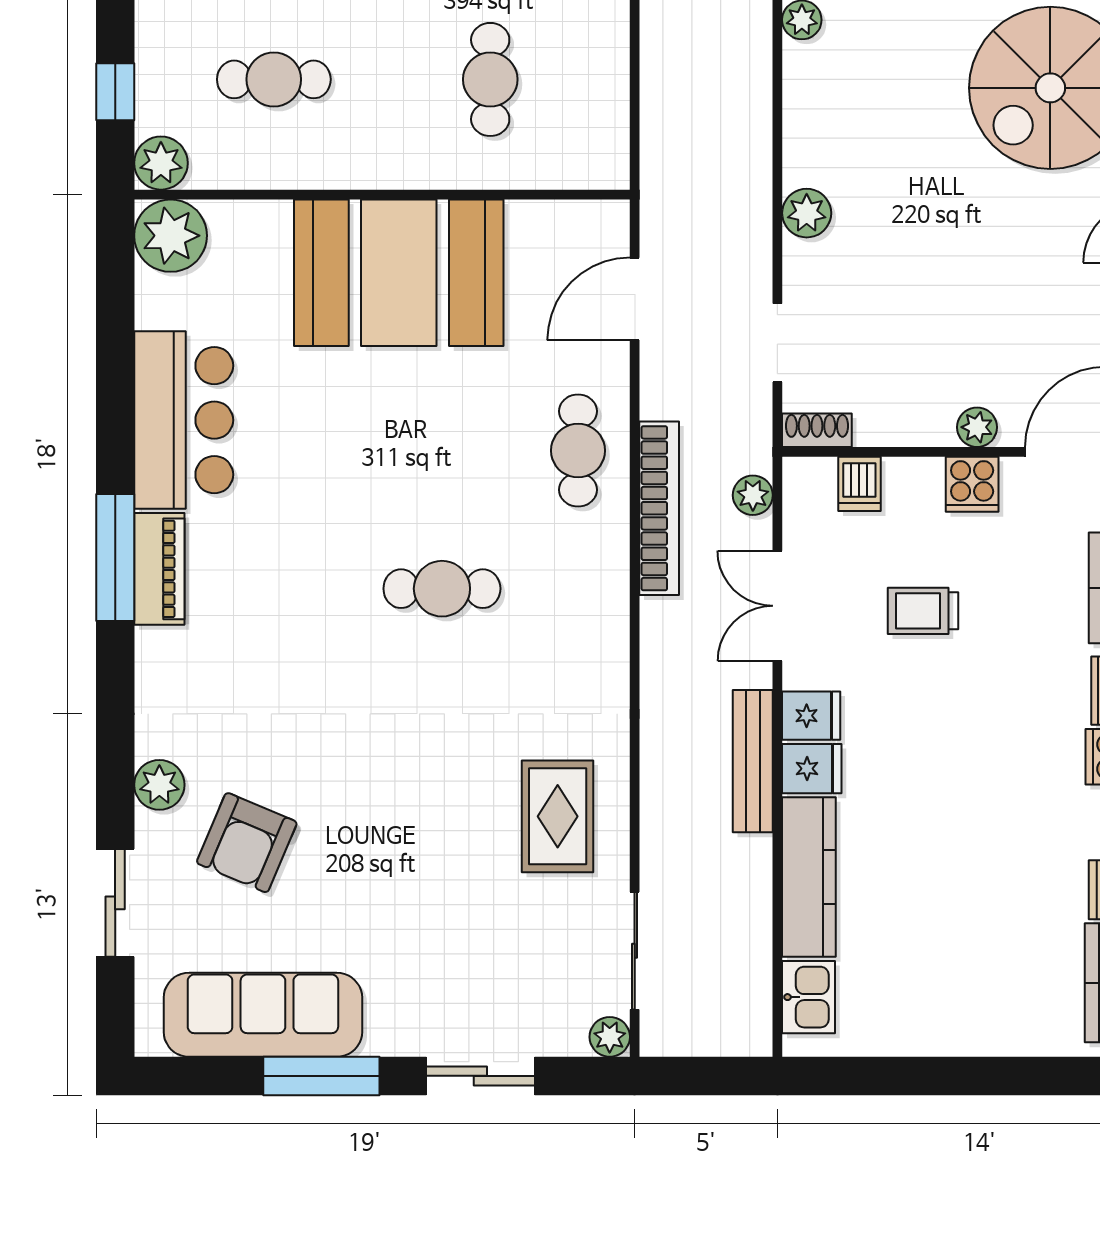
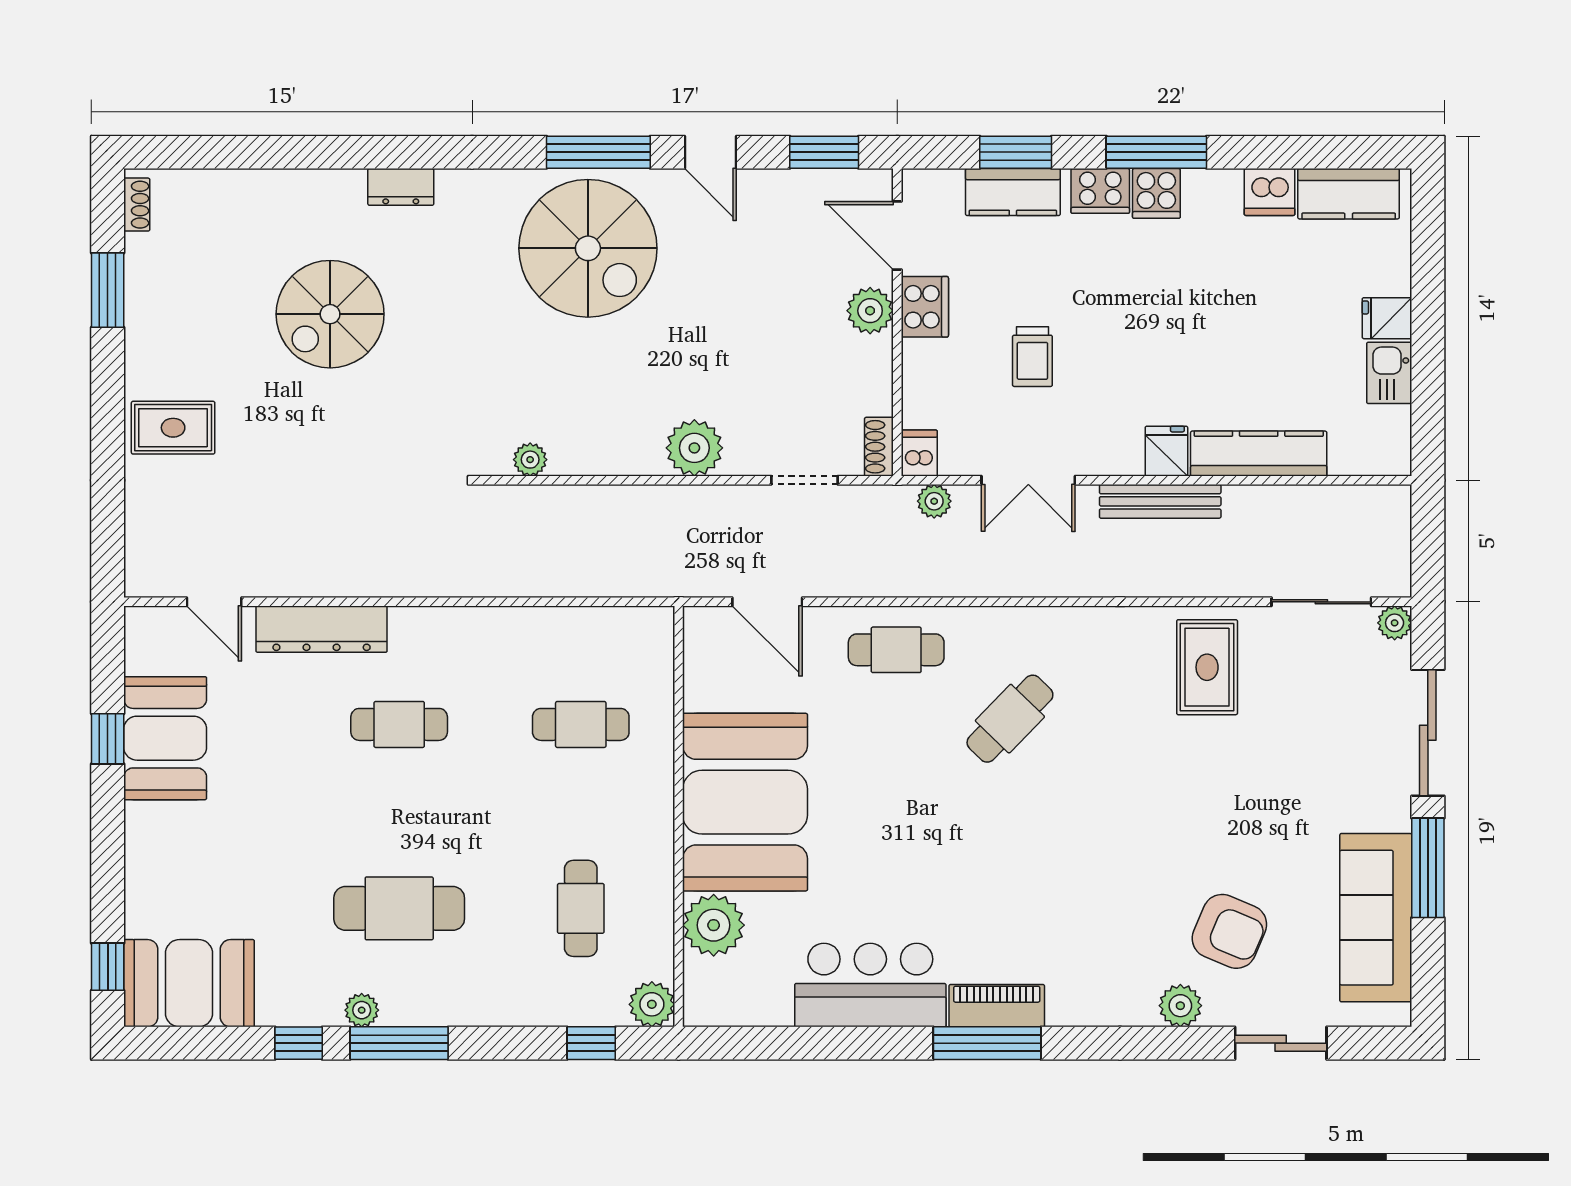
plant: (807, 213) -> (694, 448), width x1.36, depth x1.36
plant: (171, 236) -> (714, 925), moved
plant: (977, 427) -> (870, 311), width x1.38, depth x1.38
dishwasher: (859, 484) -> (919, 453), moved, turned -90
cooker: (972, 484) -> (925, 307), width x1.36
bookcase: (659, 508) -> (945, 581), removed
cafe table: (442, 589) -> (1010, 719), moved, turned 44
fridge: (811, 716) -> (1387, 318), moved, turned -90
rug: (558, 816) -> (1207, 667), turned 90
kitchen sink: (809, 997) -> (1389, 373), moved, turned -90
sliding door: (480, 1076) -> (1428, 733), width x1.37

